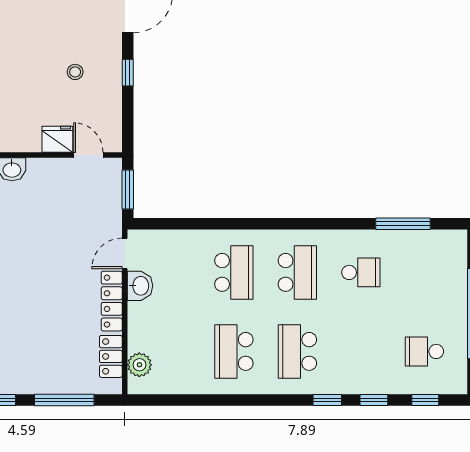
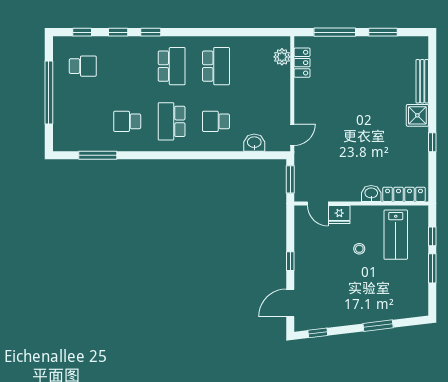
stool: (75, 72) -> (359, 249), moved
school desk: (234, 272) -> (216, 121), width x0.54
washbasin: (140, 286) -> (254, 143), moved, turned 90
locker: (112, 301) -> (301, 101), removed

